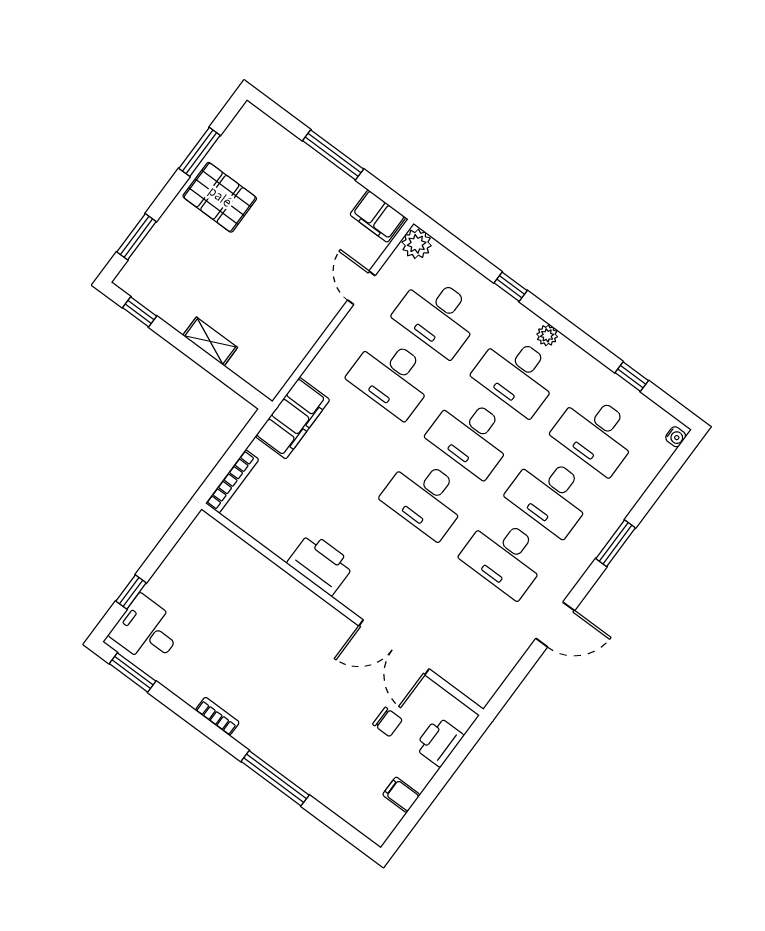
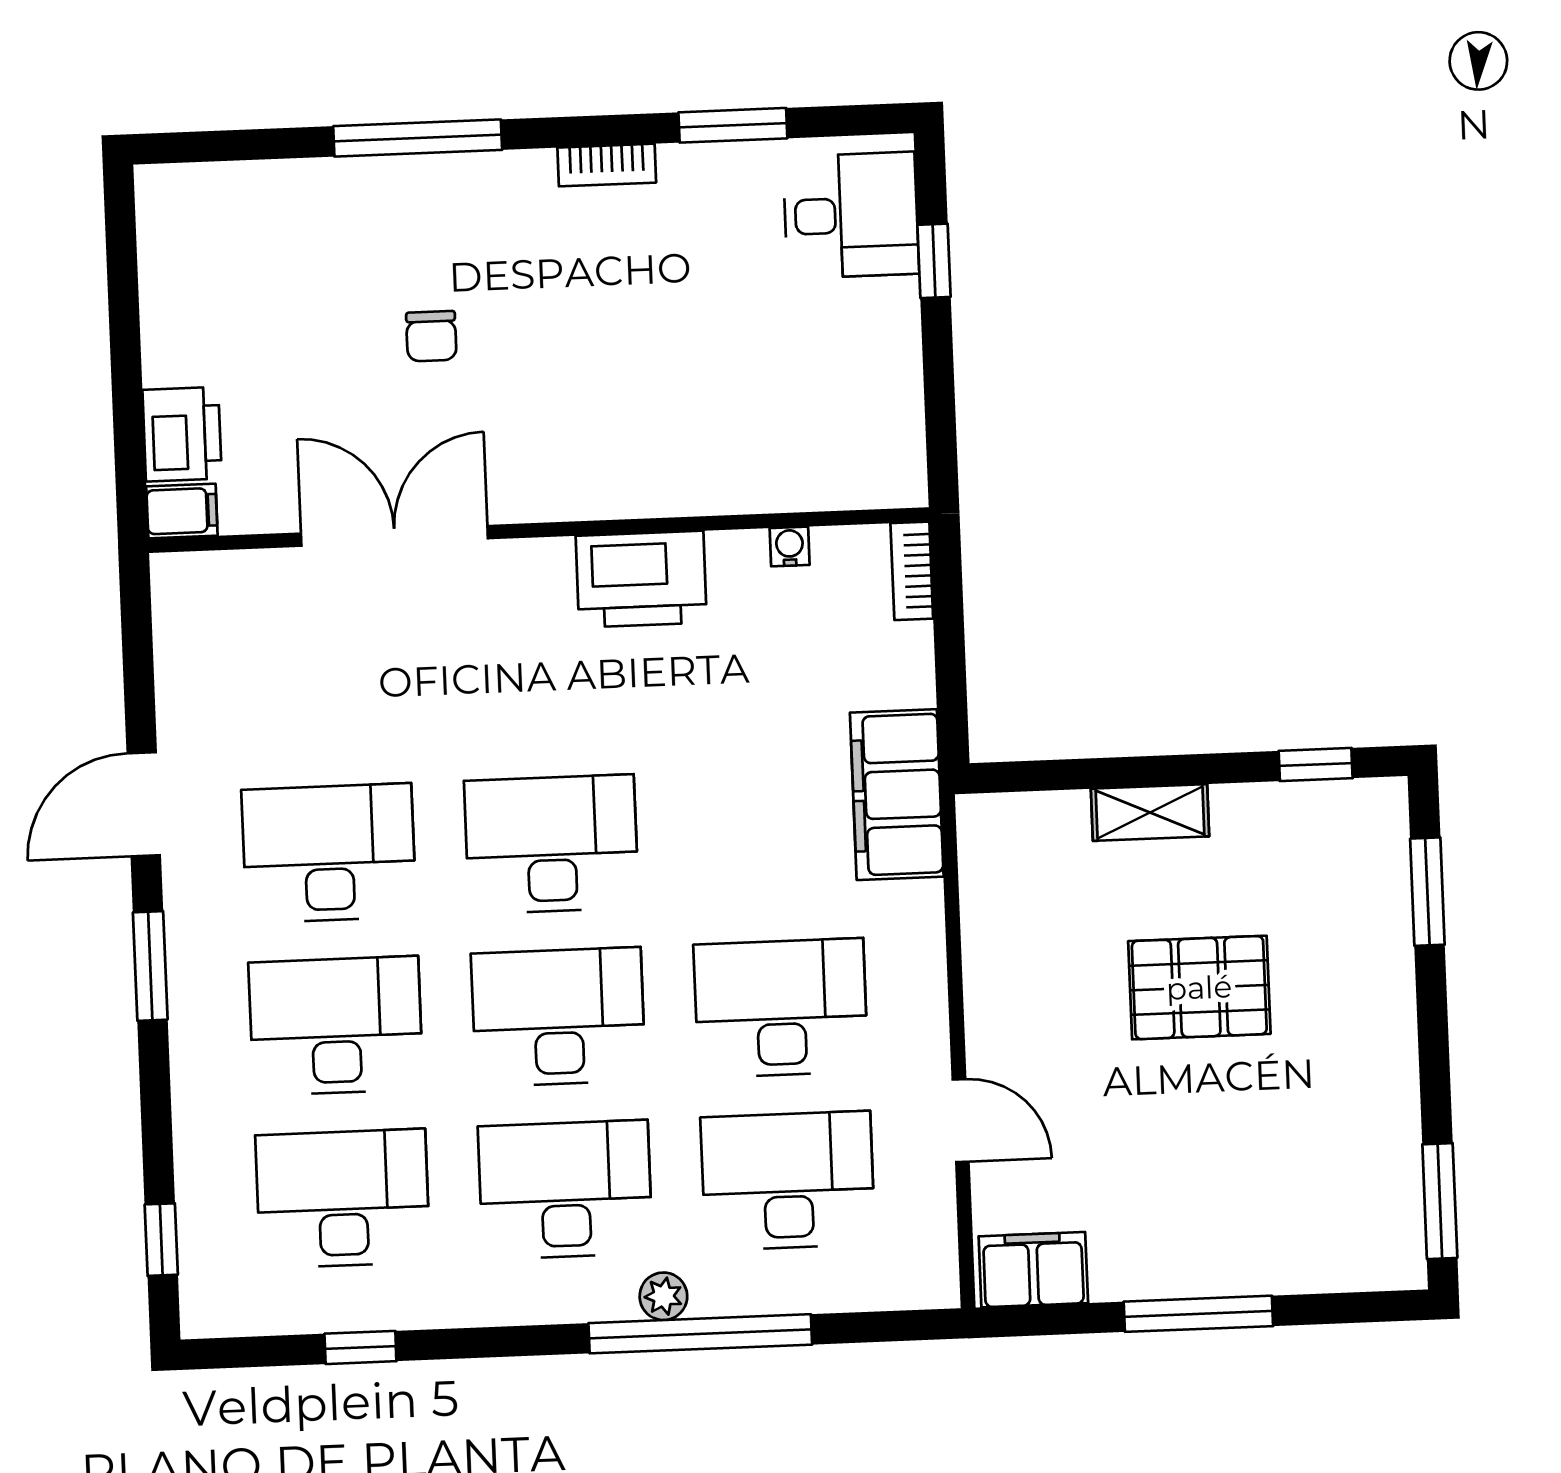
window: (200, 152) -> (1440, 1201), moved
pallet: (220, 197) -> (1199, 988), moved
plant: (417, 244) -> (926, 1276), removed
window: (511, 287) -> (700, 1334), width x3.17
plant: (547, 335) -> (663, 1296), moved
water cooler: (676, 437) -> (790, 547), moved, turned 90
window: (670, 469) -> (161, 1240), added
bookcase: (232, 481) -> (912, 571), width x0.64
window: (616, 543) -> (150, 966), moved
window: (133, 672) -> (733, 125), moved
chair: (387, 722) -> (431, 336), moved, turned -90
filing cabinet: (401, 795) -> (182, 511), moved

